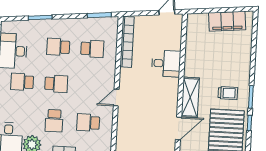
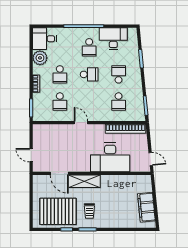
desk: (166, 63) -> (110, 157), width x1.87, depth x1.30
school desk: (22, 82) -> (89, 47), turned 180
school desk: (56, 84) -> (89, 74), turned -90
school desk: (54, 121) -> (60, 74), turned -90
school desk: (88, 123) -> (60, 102), turned 180

